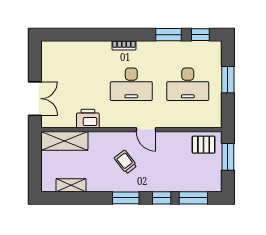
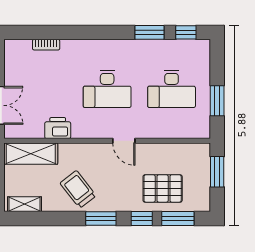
bookcase: (124, 45) -> (46, 45), moved
window: (228, 80) -> (217, 101), moved
pallet: (204, 145) -> (163, 188), moved, width x1.50, depth x1.42
trolley: (126, 162) -> (78, 189), moved, width x1.36, depth x1.39
shelving: (71, 185) -> (25, 204), moved

